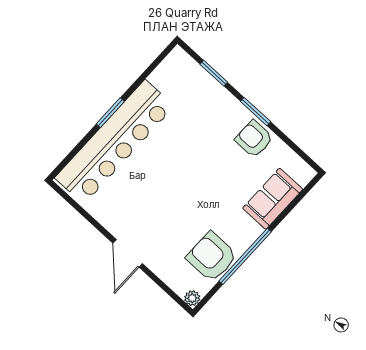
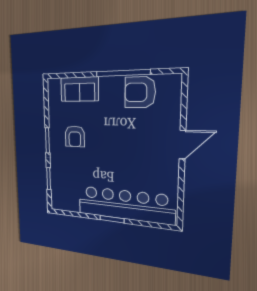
armchair: (254, 139) -> (75, 136), moved
armchair: (212, 257) -> (140, 92), turned 90
plant: (192, 298) -> (176, 80), removed

